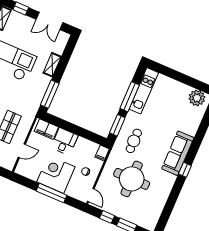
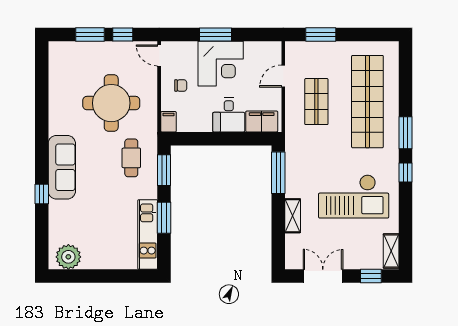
window: (130, 97) -> (164, 218), width x0.69
window: (185, 170) -> (42, 194), moved
window: (52, 193) -> (216, 34), width x0.69

